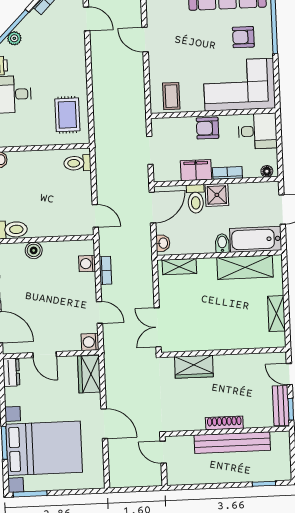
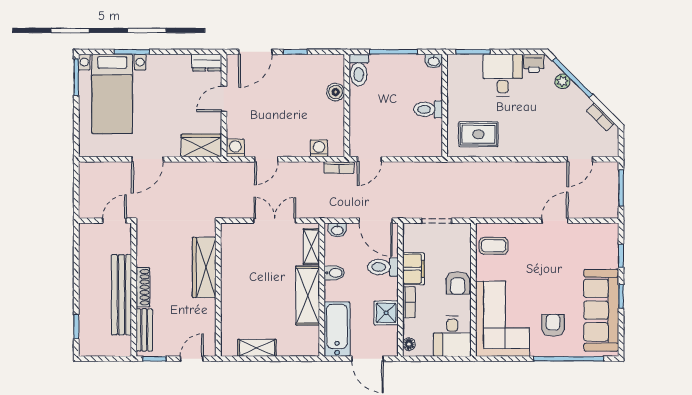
armchair: (207, 128) -> (458, 283), turned 180
toilet: (77, 163) -> (428, 109), moved, turned -90
shower: (217, 195) -> (386, 313), moved
bidet: (222, 243) -> (334, 273), moved
shelving: (245, 267) -> (308, 296), moved
bookcase: (105, 270) -> (339, 168), moved
double door: (158, 327) -> (275, 221), moved
wardrobe: (194, 367) -> (204, 267), width x1.50
bench: (281, 406) -> (144, 330), moved, turned 90
bed with nightstands: (44, 448) -> (112, 94), width x0.73

